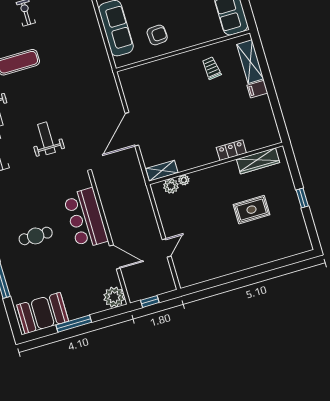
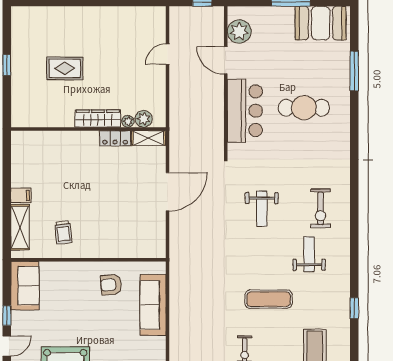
locker: (231, 150) -> (115, 138), moved
wardrobe: (258, 161) -> (98, 119), moved
cafe table: (36, 236) -> (304, 108), width x1.37, depth x1.35
plant: (114, 297) -> (239, 31), moved

